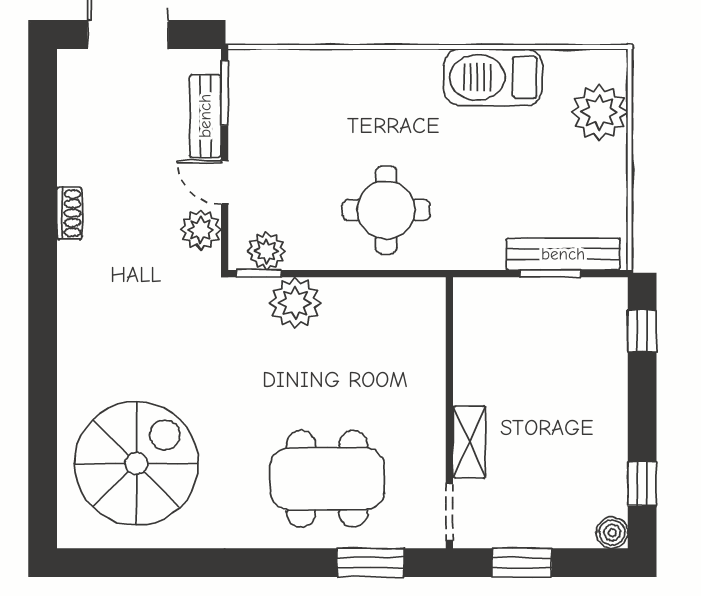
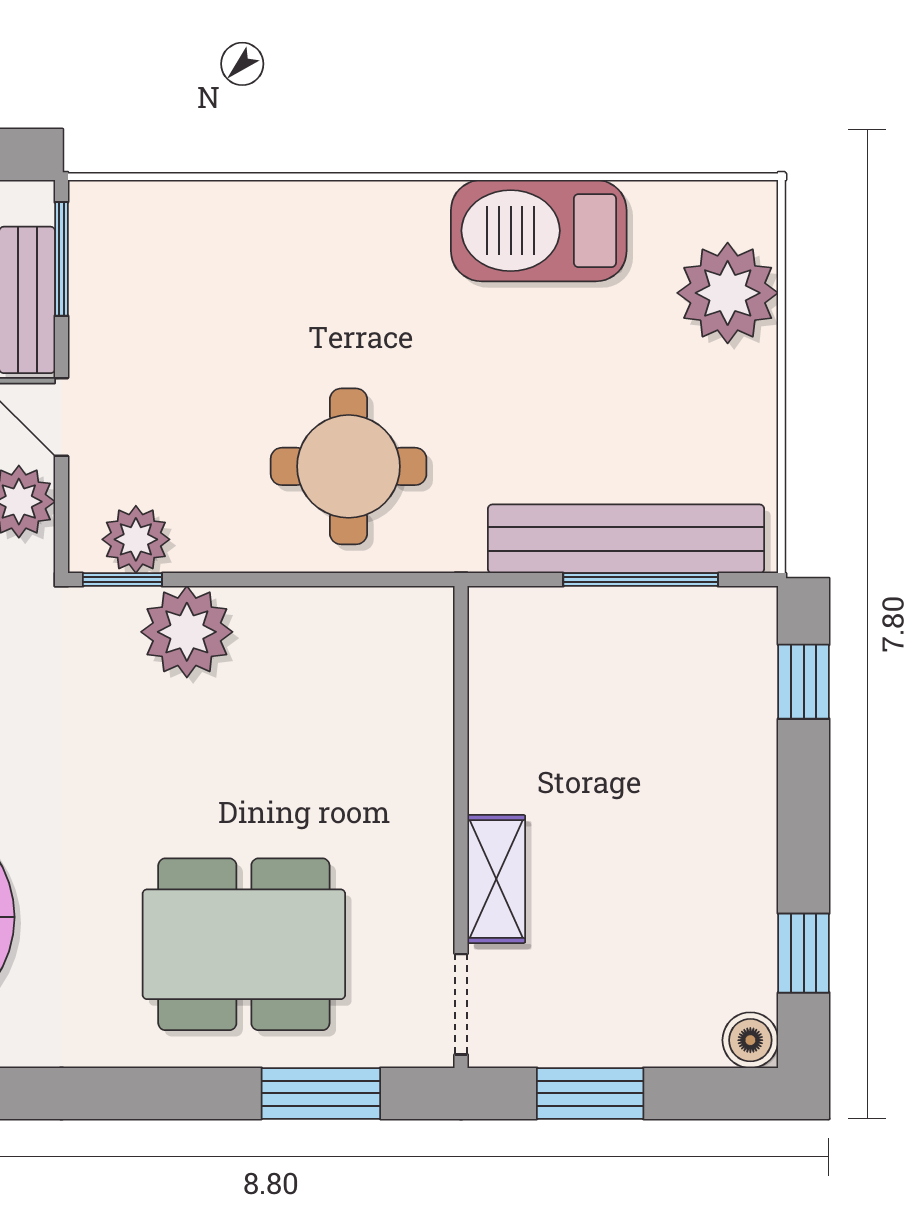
bench: (563, 254) -> (626, 539), width x1.37, depth x1.21
window: (550, 274) -> (641, 580), width x1.44

